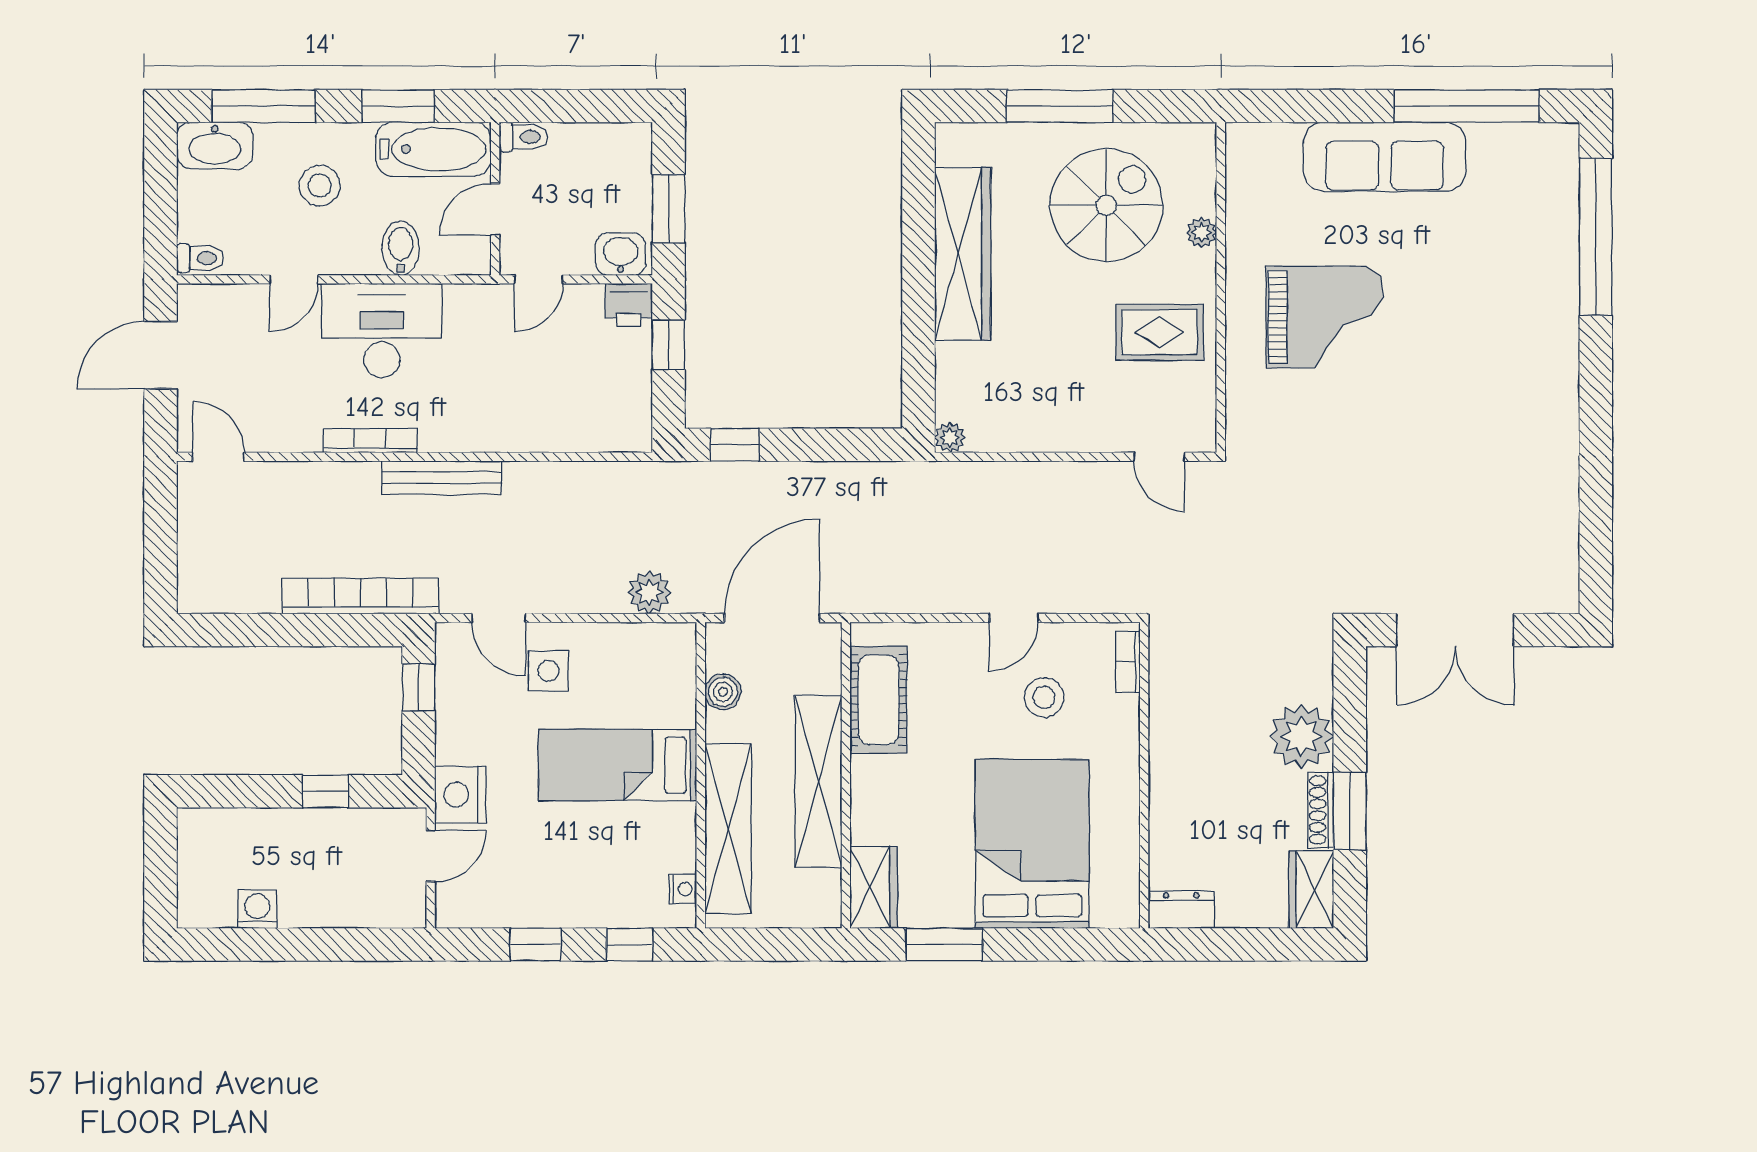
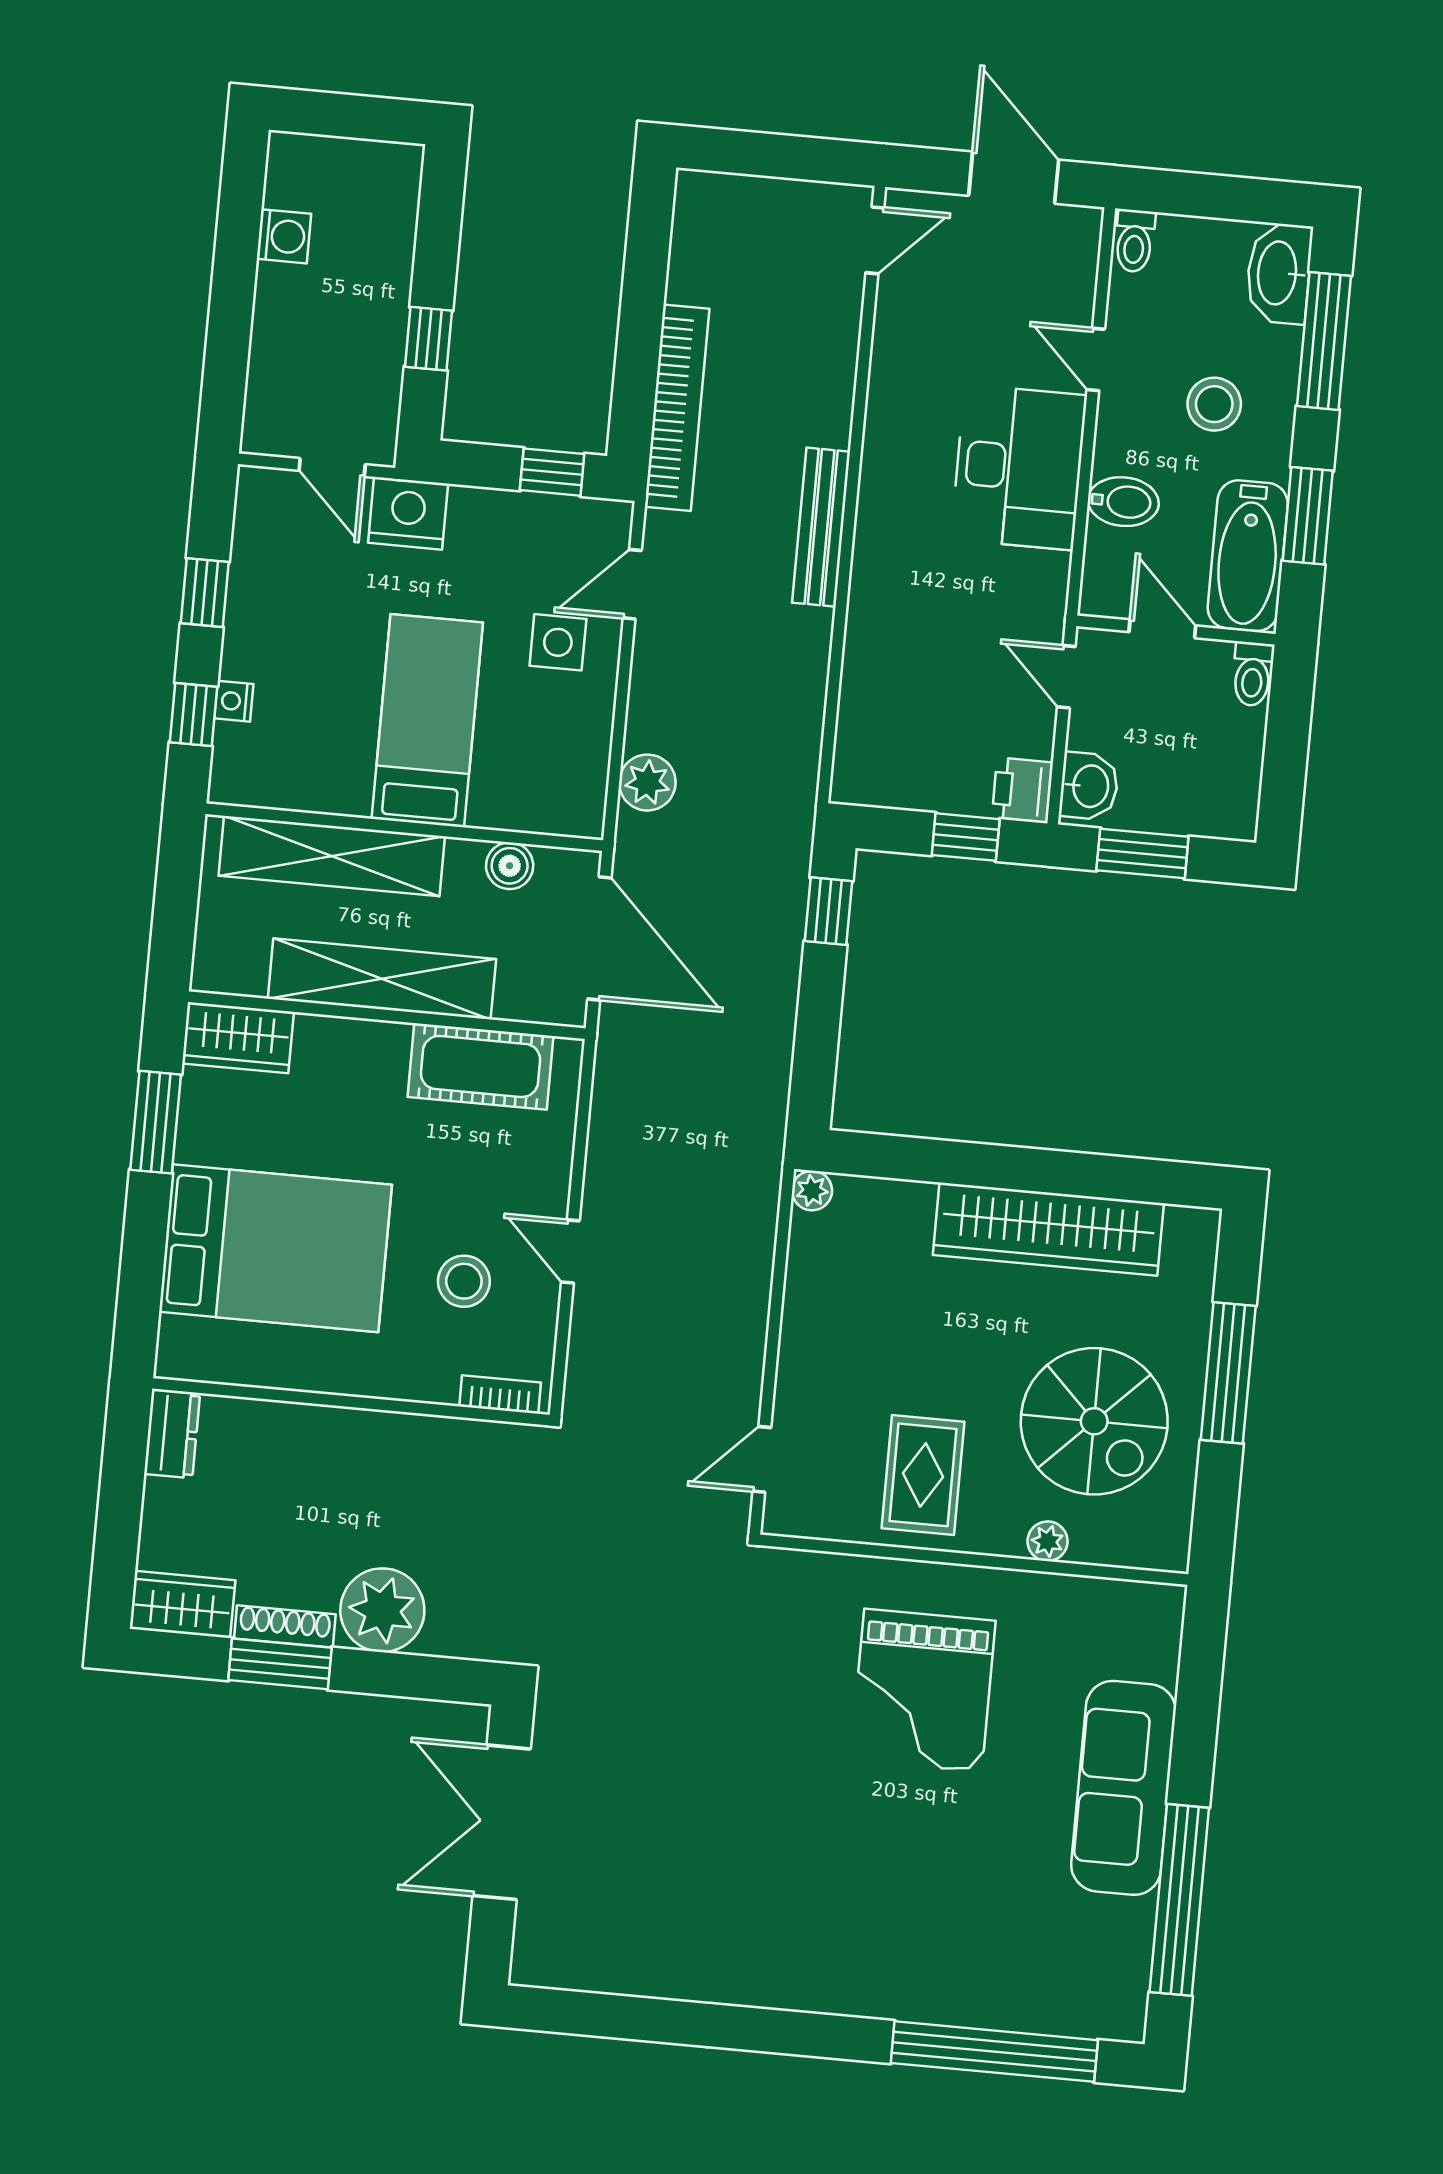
bookcase: (370, 441) -> (877, 439), removed
nightstand: (683, 889) -> (234, 701), moved, turned 90

